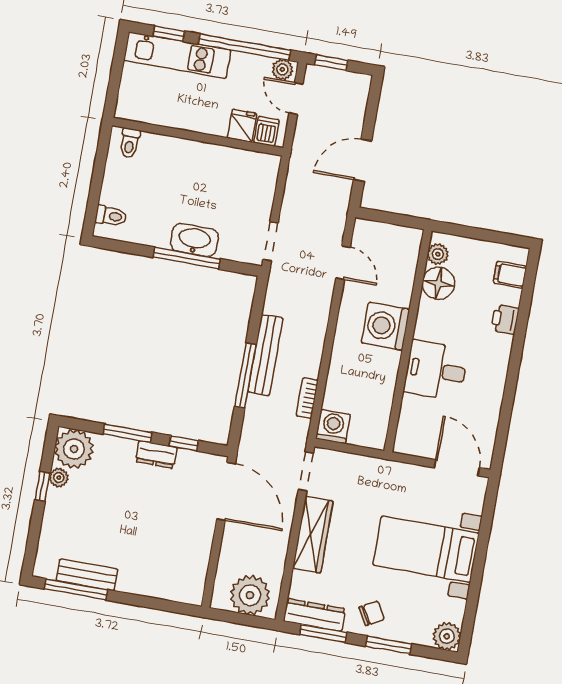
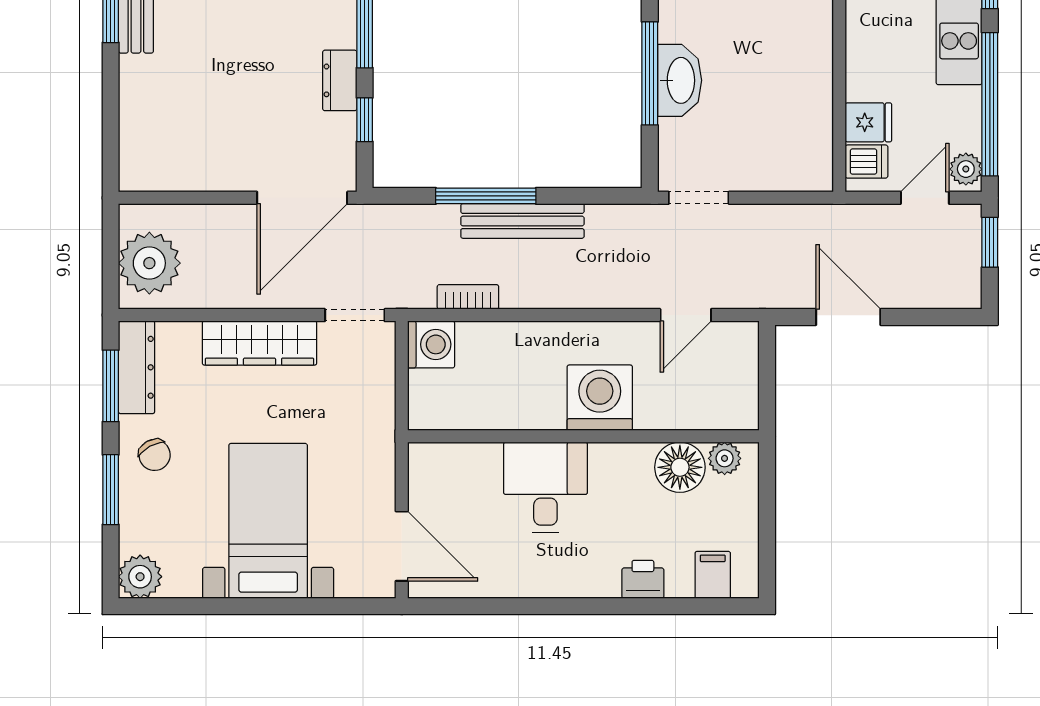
door: (457, 468) -> (402, 546), hinge flipped

